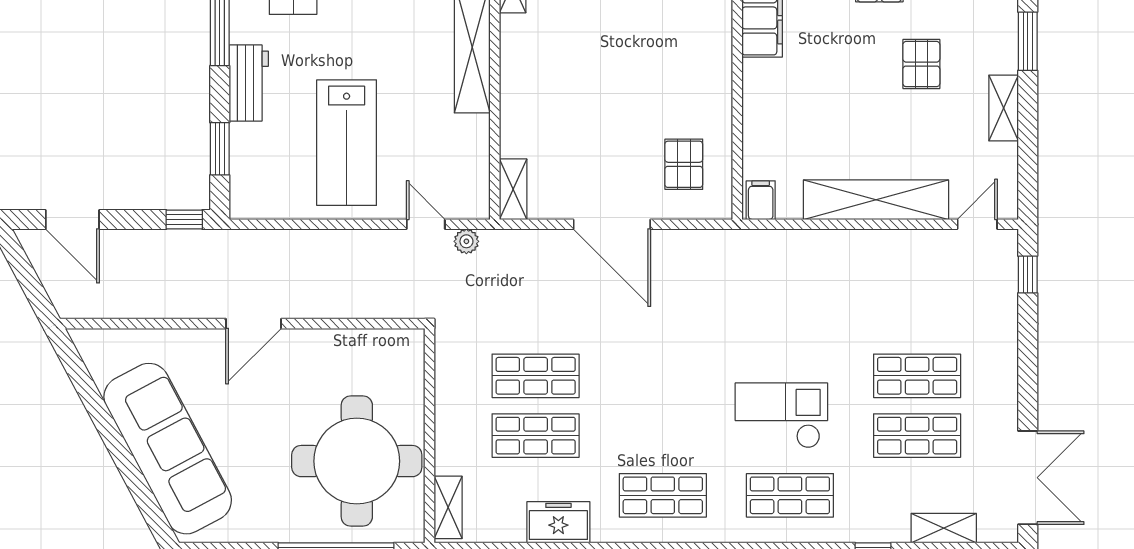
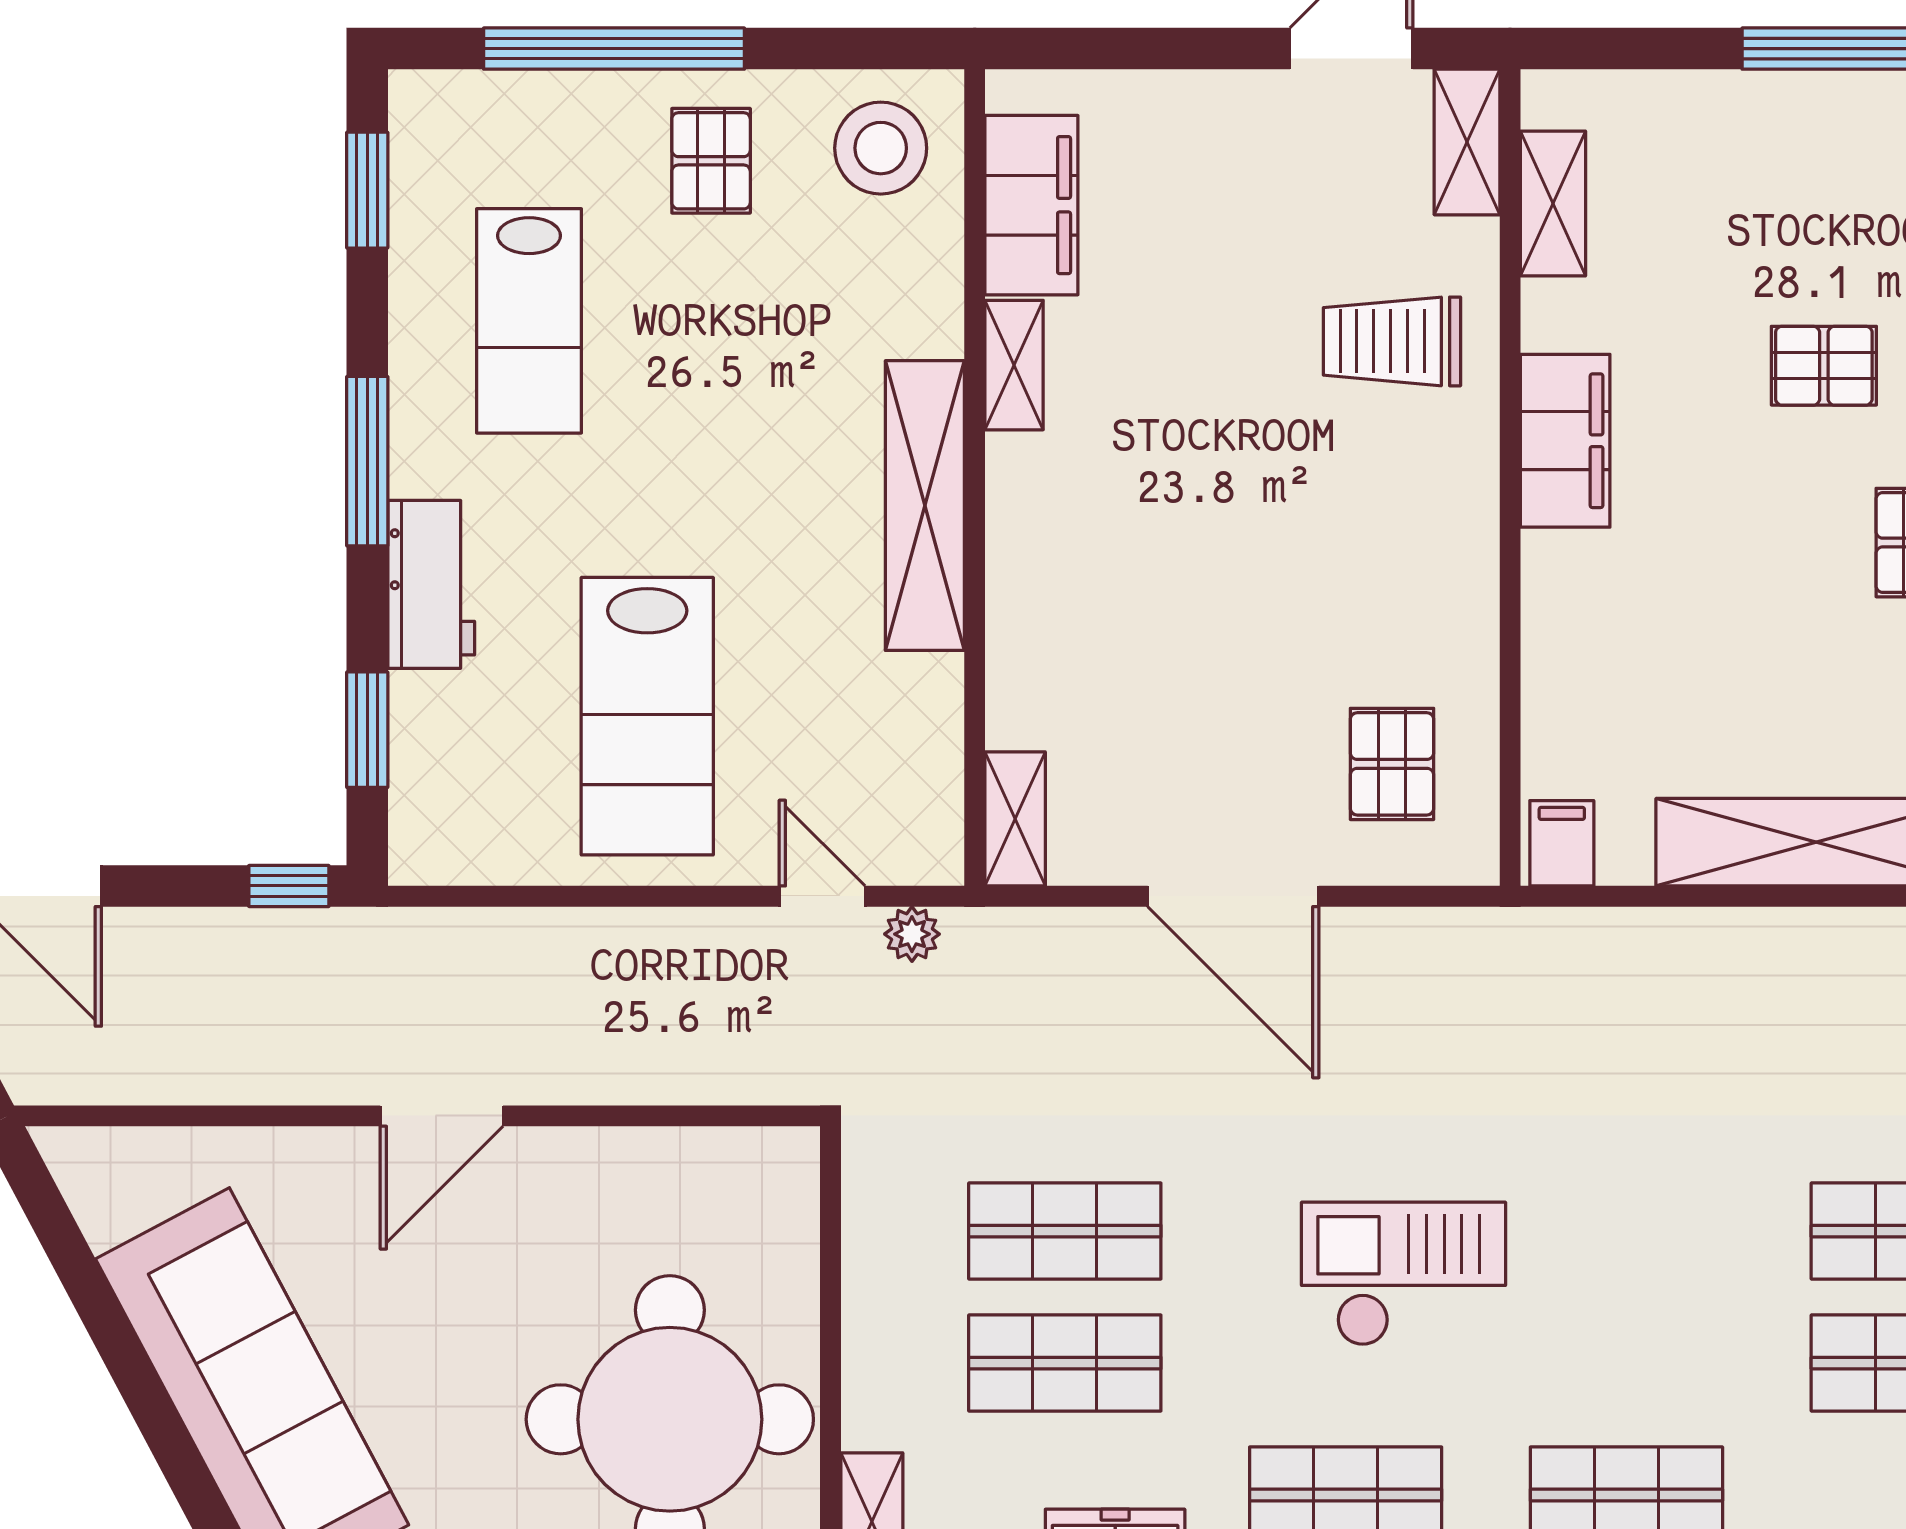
checkout: (781, 415) -> (1403, 1274), moved

